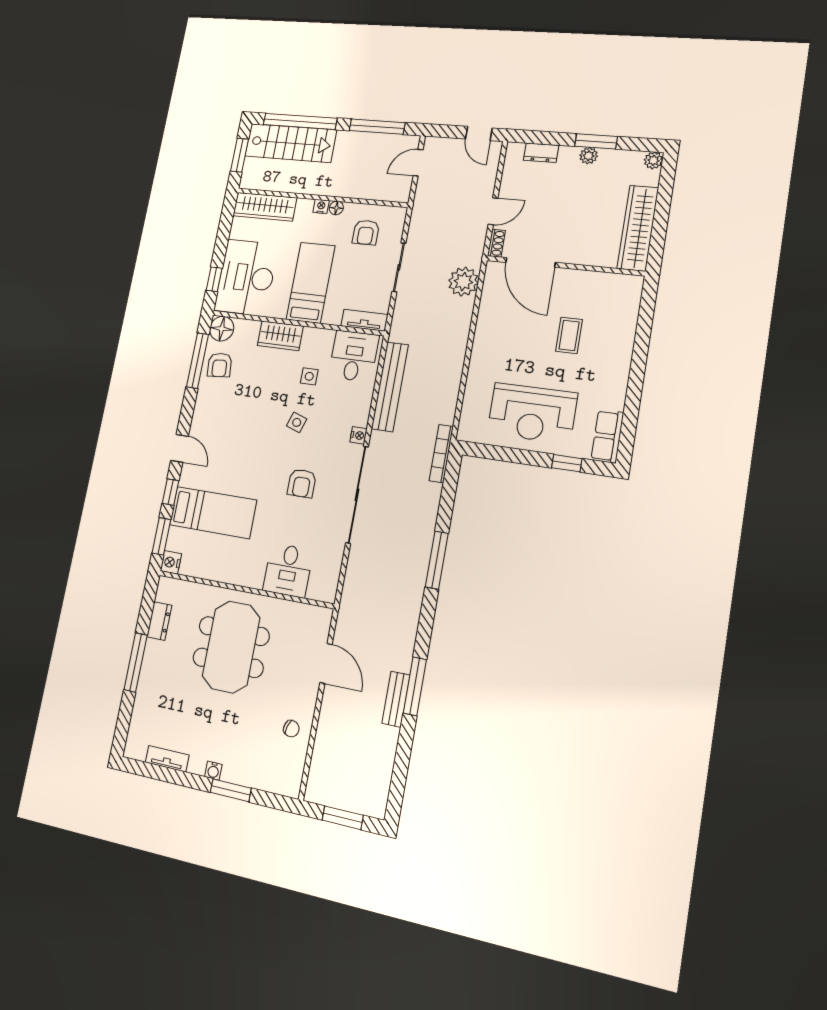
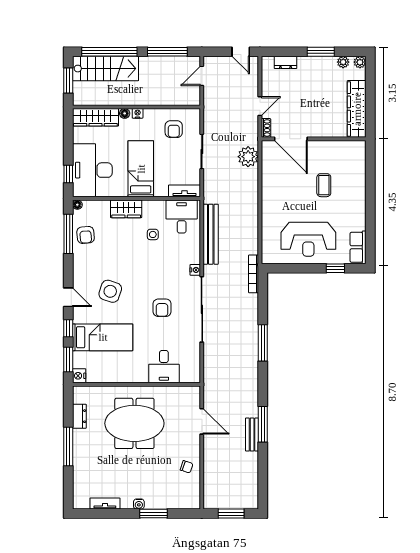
plant: (589, 156) -> (343, 62), moved
floor lamp: (336, 208) -> (125, 113), moved
floor lamp: (222, 329) -> (77, 205), width x0.53, depth x0.53
side table: (297, 422) -> (110, 291), moved, width x1.87, depth x1.87
meeting table: (231, 647) -> (134, 423), turned 90

